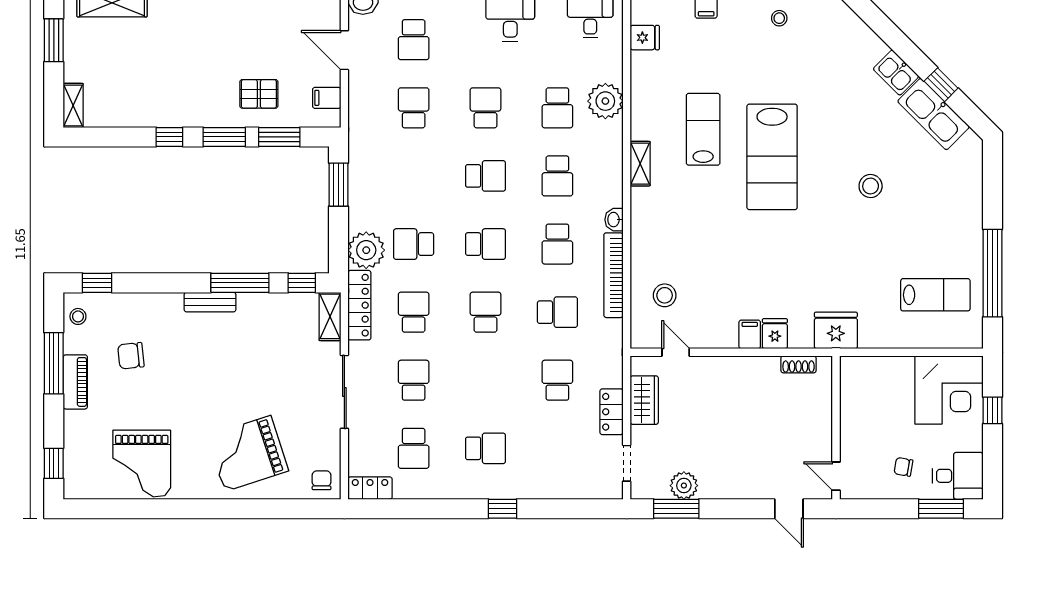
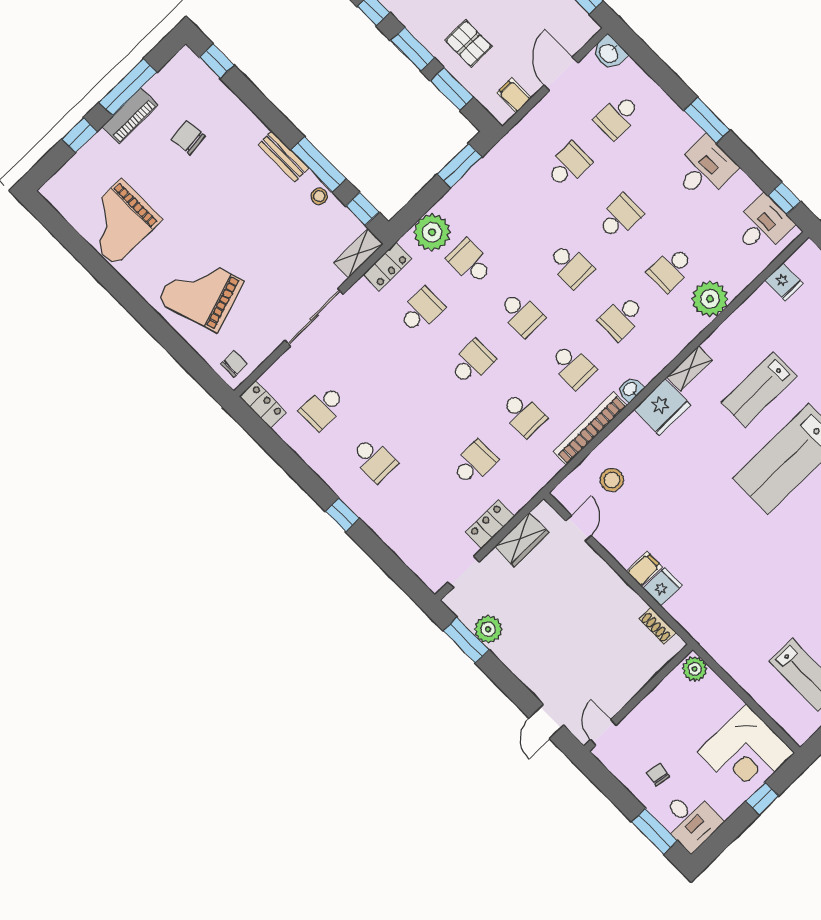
lab bench: (703, 129) -> (759, 389), turned 180
school desk: (557, 244) -> (573, 366), turned -90
locker: (359, 305) -> (387, 267), width x0.66
stool: (78, 316) -> (319, 196), moved
fridge: (836, 330) -> (662, 407), moved, turned 90
plant: (855, 368) -> (695, 669), added
school desk: (414, 380) -> (372, 359), removed
window: (54, 463) -> (79, 135), moved

